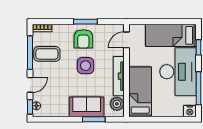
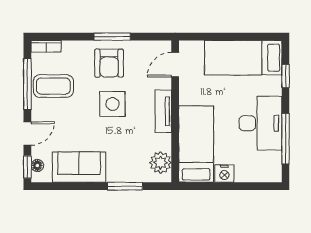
desk: (178, 72) -> (261, 123), width x0.73, depth x0.77
tv unit: (119, 76) -> (163, 111), width x0.71
sofa: (87, 107) -> (79, 167), moved
nightstand: (190, 111) -> (224, 174), moved

